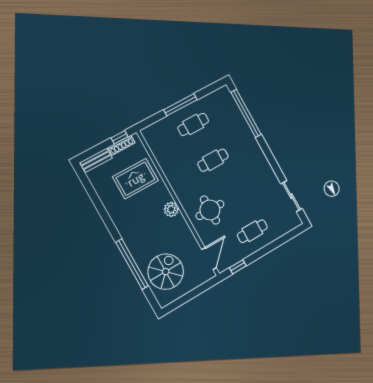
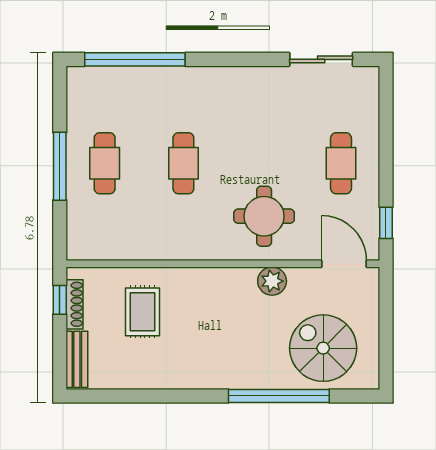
rug: (136, 179) -> (142, 312), width x0.73, depth x0.70
plant: (171, 209) -> (272, 281), moved

